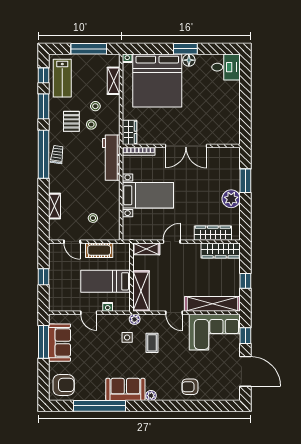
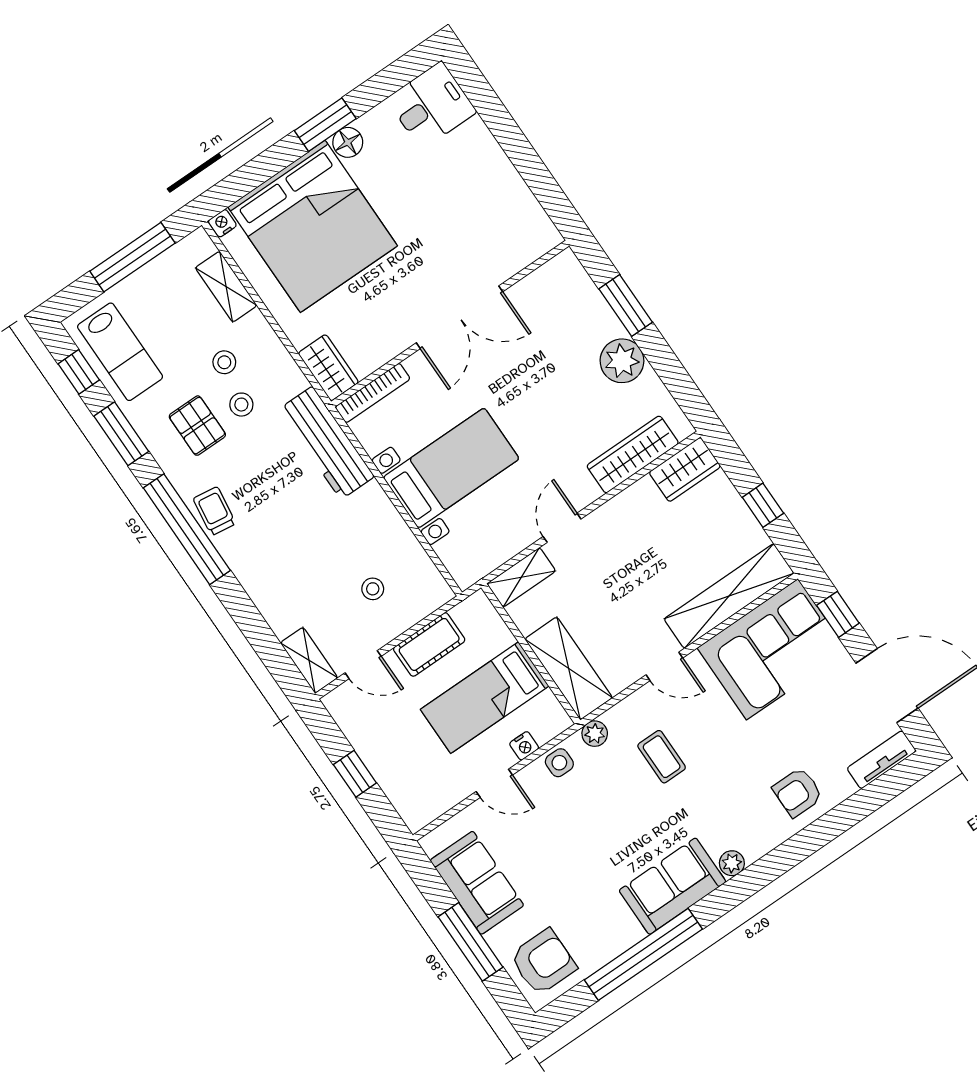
shelving: (55, 206) -> (309, 660), moved
wardrobe: (221, 250) -> (685, 469), width x0.67
side table: (127, 337) -> (559, 763), moved
window: (44, 342) -> (470, 942), moved
tv unit: (226, 395) -> (882, 760), added

